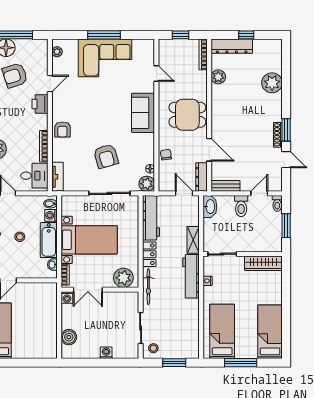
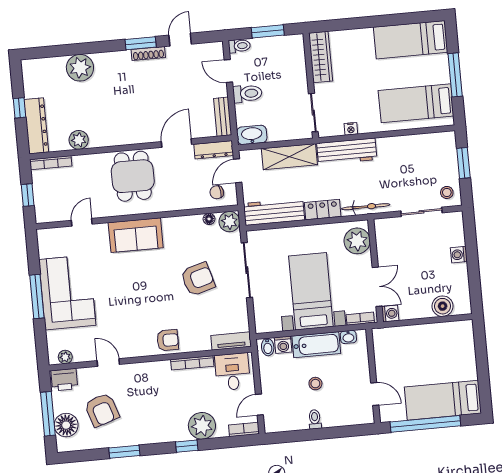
printer: (40, 104) -> (64, 380), moved
chair: (166, 155) -> (217, 192), moved
shelving: (193, 240) -> (289, 157), width x1.50, depth x1.33

